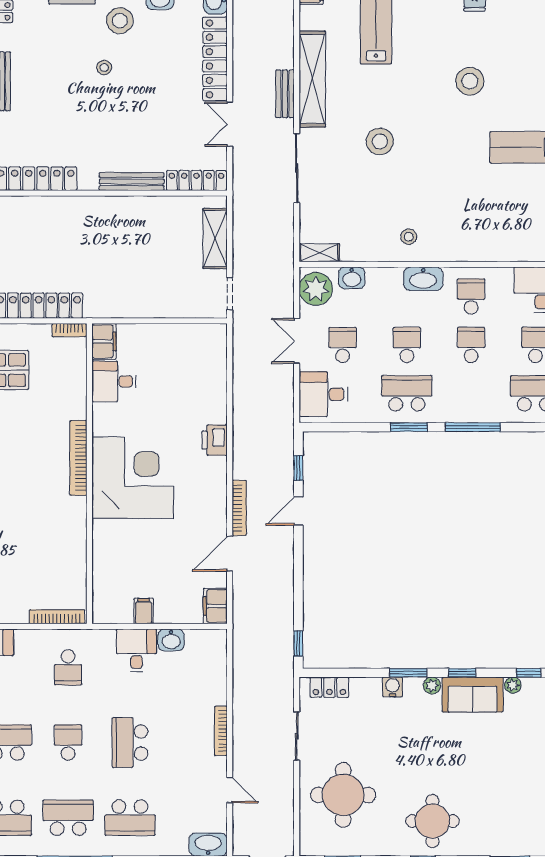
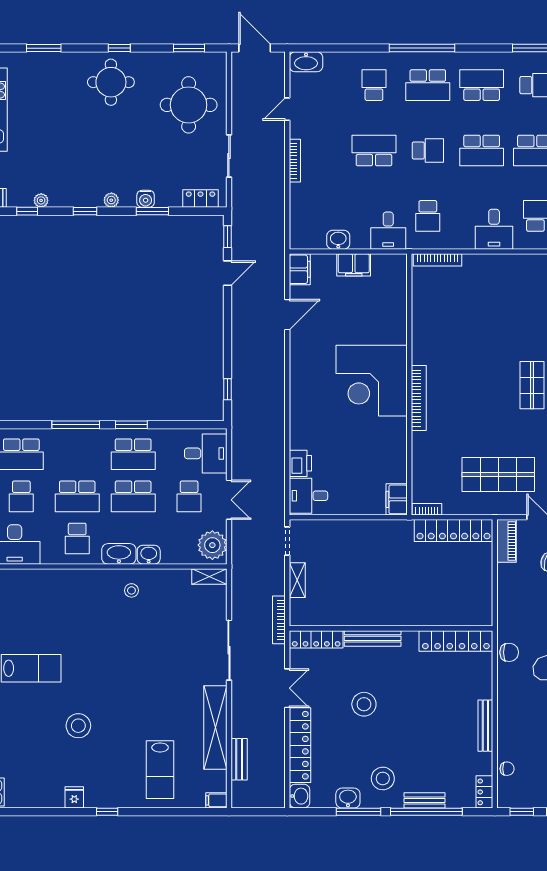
stool: (104, 67) -> (364, 704), moved, width x1.89, depth x1.89
bench: (285, 94) -> (239, 759), moved
stool: (380, 141) -> (157, 673), removed
shelving: (215, 238) -> (297, 580), width x0.67, depth x0.75
washbasin: (352, 278) -> (149, 555), moved
school desk: (407, 345) -> (133, 496), width x1.85
school desk: (471, 345) -> (77, 496), width x1.85
desk: (114, 381) -> (309, 496), moved, turned 180
printer: (215, 440) -> (300, 463), moved
bookcase: (239, 508) -> (279, 620), moved
door: (298, 511) -> (228, 273), moved
filing cabinet: (144, 611) -> (354, 265), width x2.00
desk: (136, 650) -> (388, 231), moved
school desk: (68, 667) -> (428, 216), turned 180
window: (408, 673) -> (152, 211), moved
sofa: (473, 695) -> (76, 192), removed
school desk: (68, 742) -> (428, 150), turned -90
school desk: (130, 742) -> (374, 150), turned -90
door: (230, 790) -> (287, 109), hinge flipped
school desk: (130, 818) -> (374, 85), width x0.54

